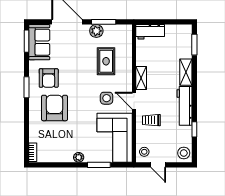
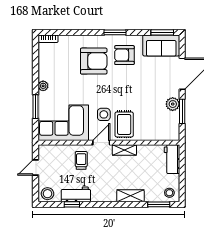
rug: (106, 61) -> (124, 124), moved, turned 90
workbench: (184, 106) -> (76, 194), moved, width x0.73
stool: (144, 152) -> (169, 193), moved

